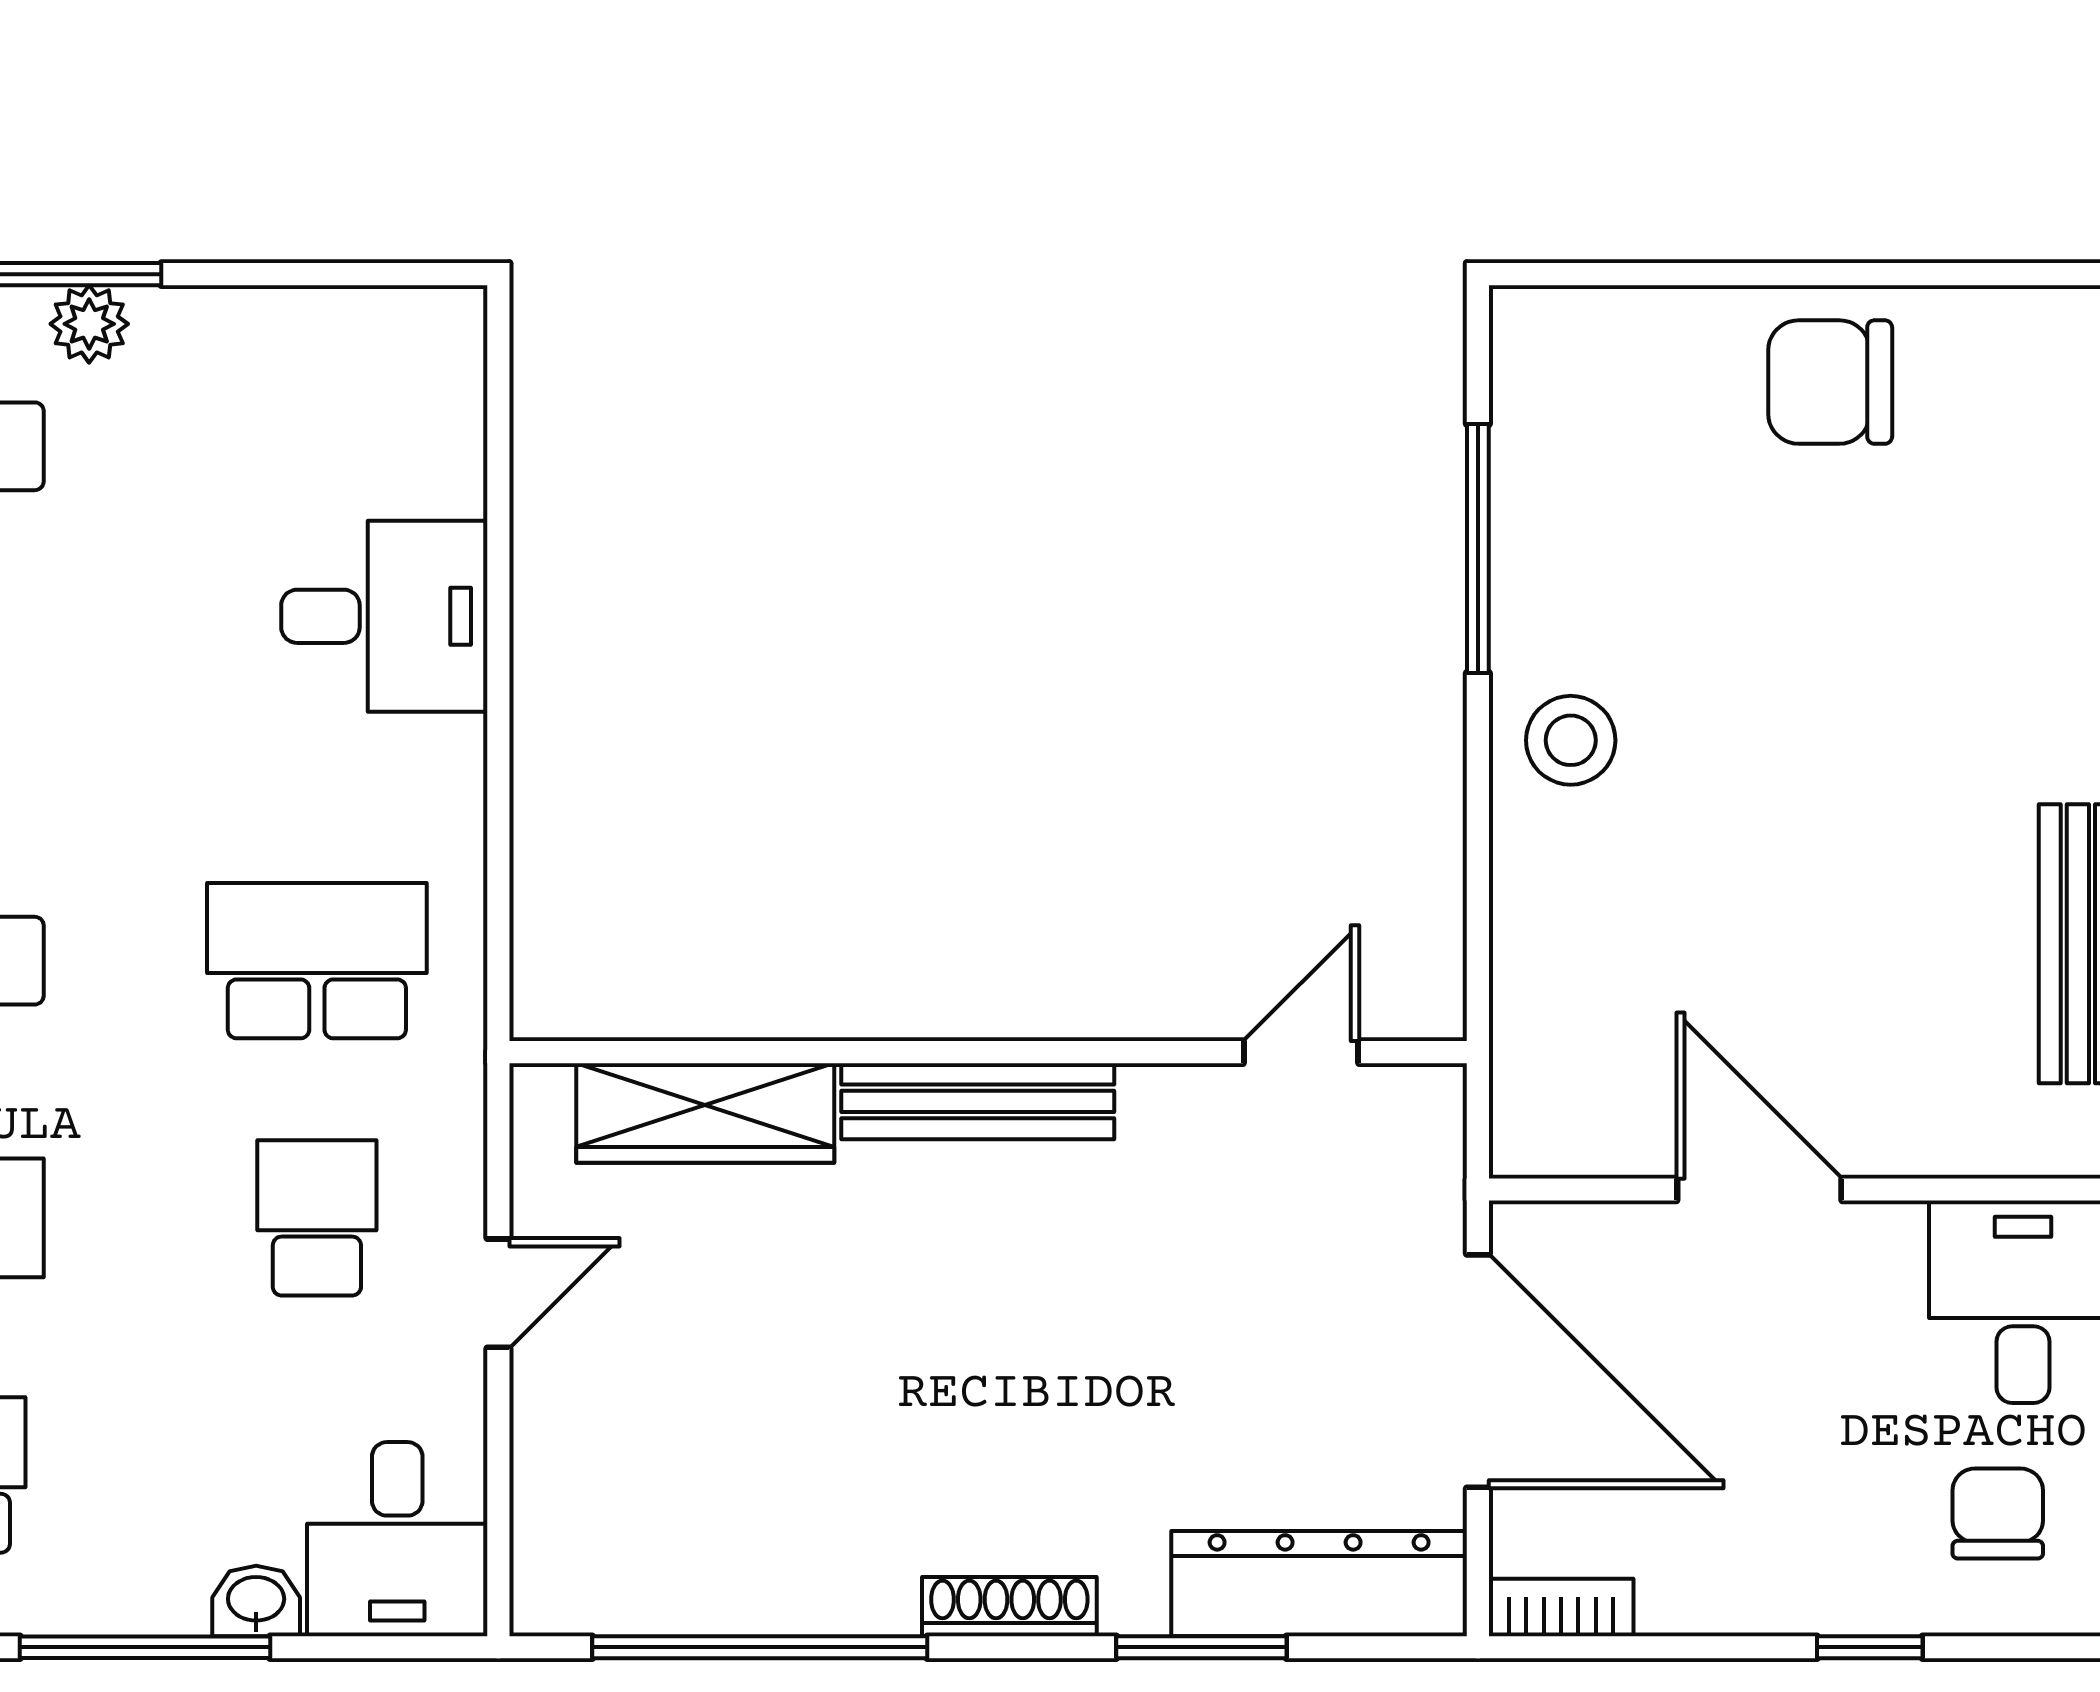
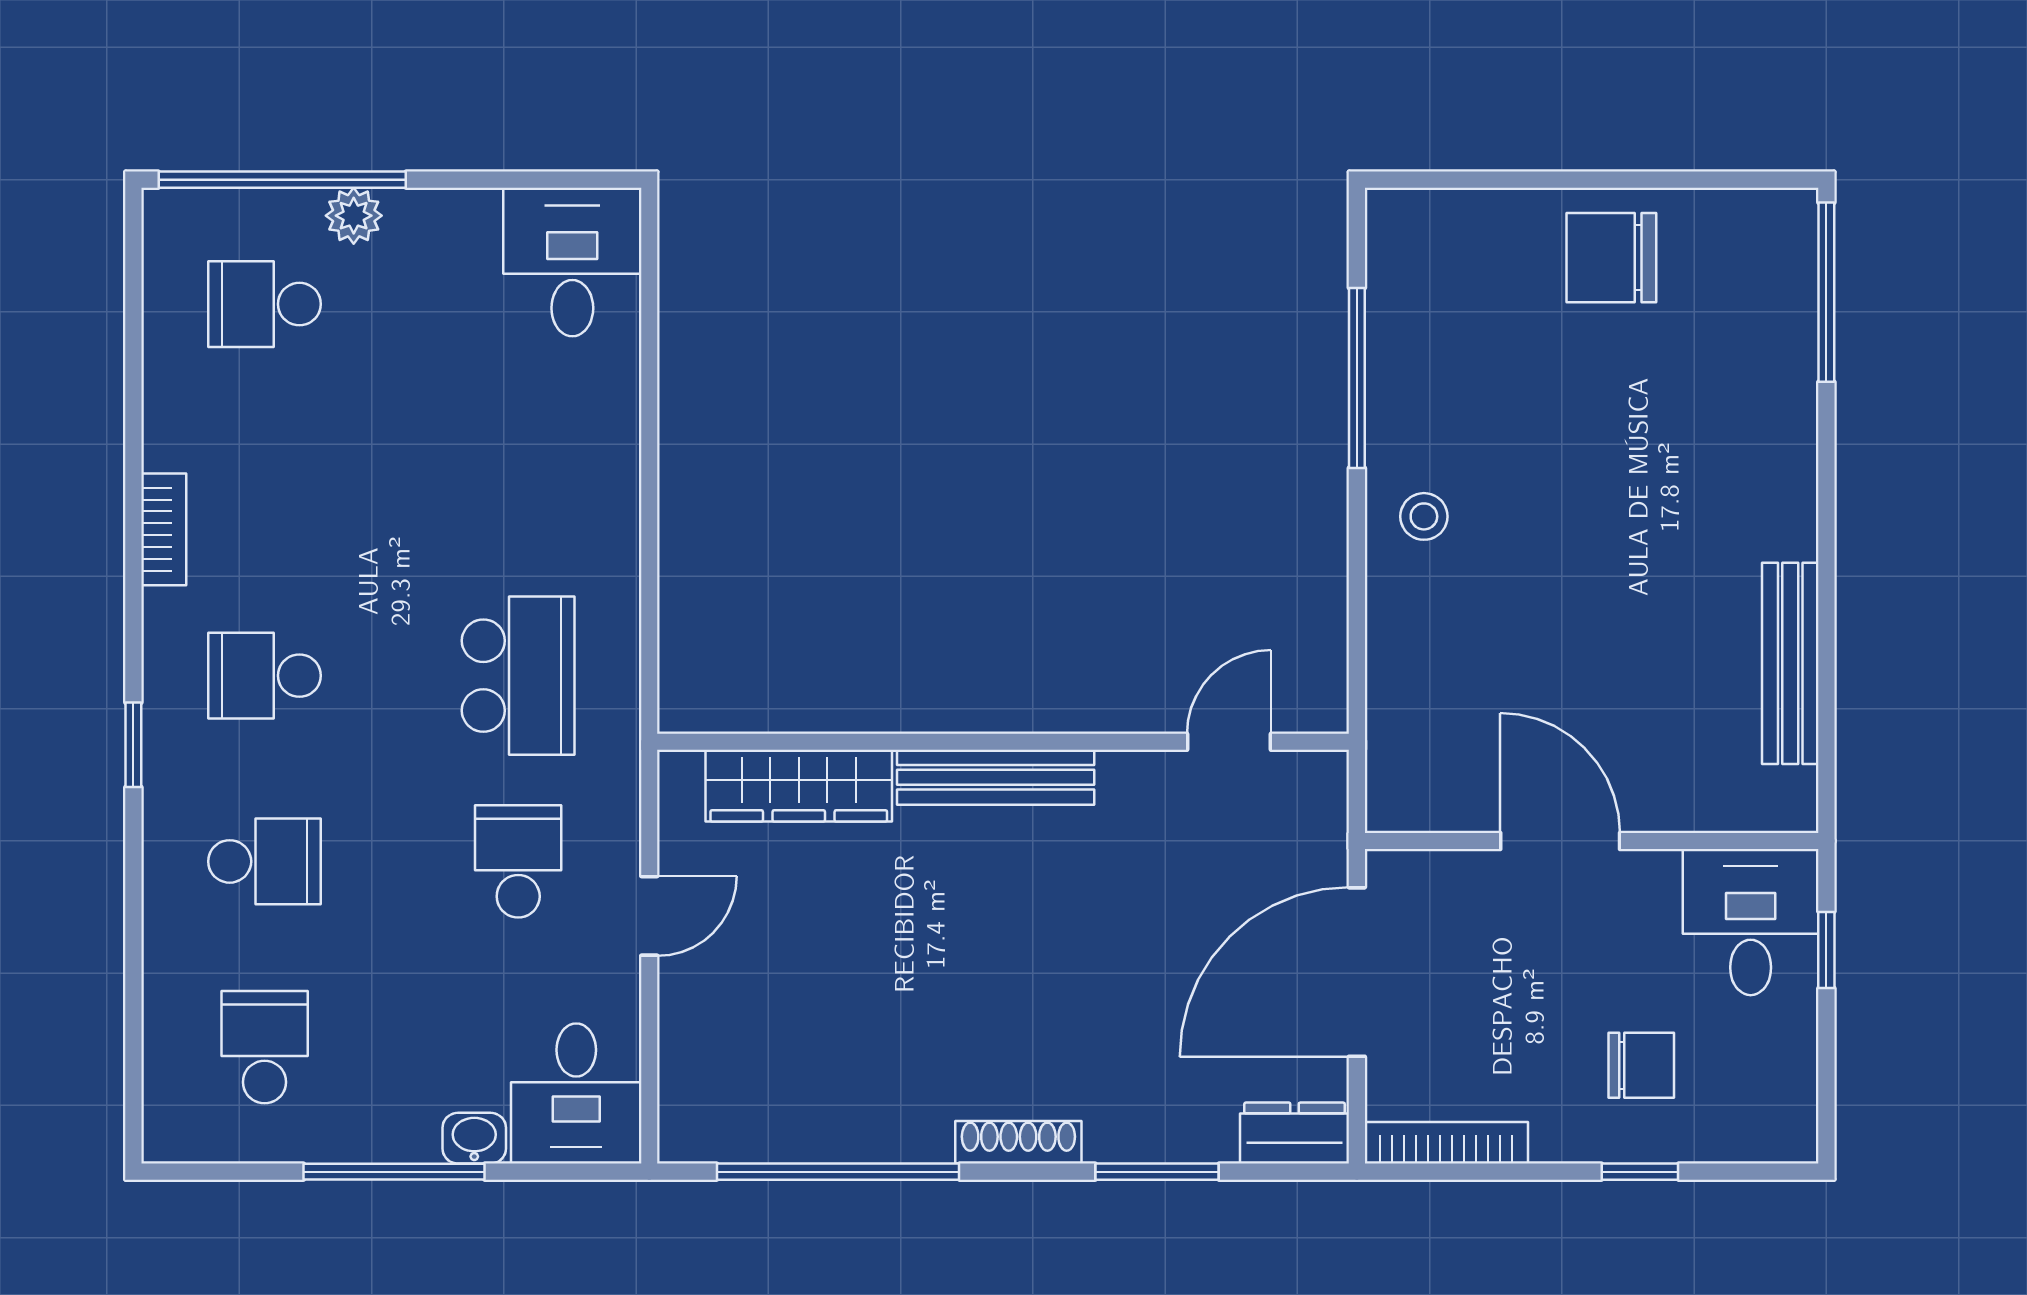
desk: (384, 616) -> (572, 262), moved, turned -90
stool: (1571, 740) -> (1424, 516), width x0.73, depth x0.73
school desk: (317, 961) -> (518, 676), turned 90
door: (1478, 1371) -> (1357, 972), swing flipped
chair: (1998, 1514) -> (1641, 1065), moved, turned 90
dresser: (1319, 1584) -> (1295, 1133), width x0.51, depth x0.80
bookcase: (1561, 1607) -> (1446, 1143), width x1.56

